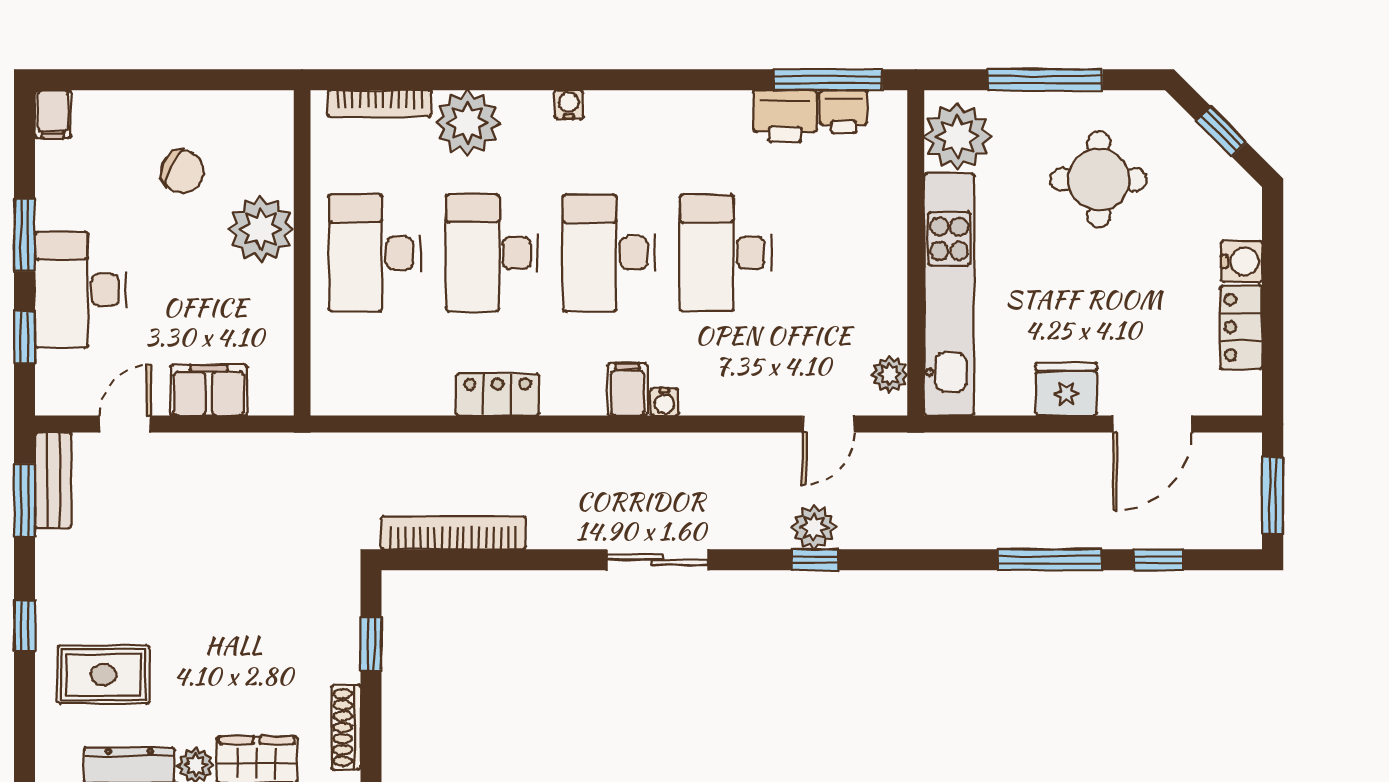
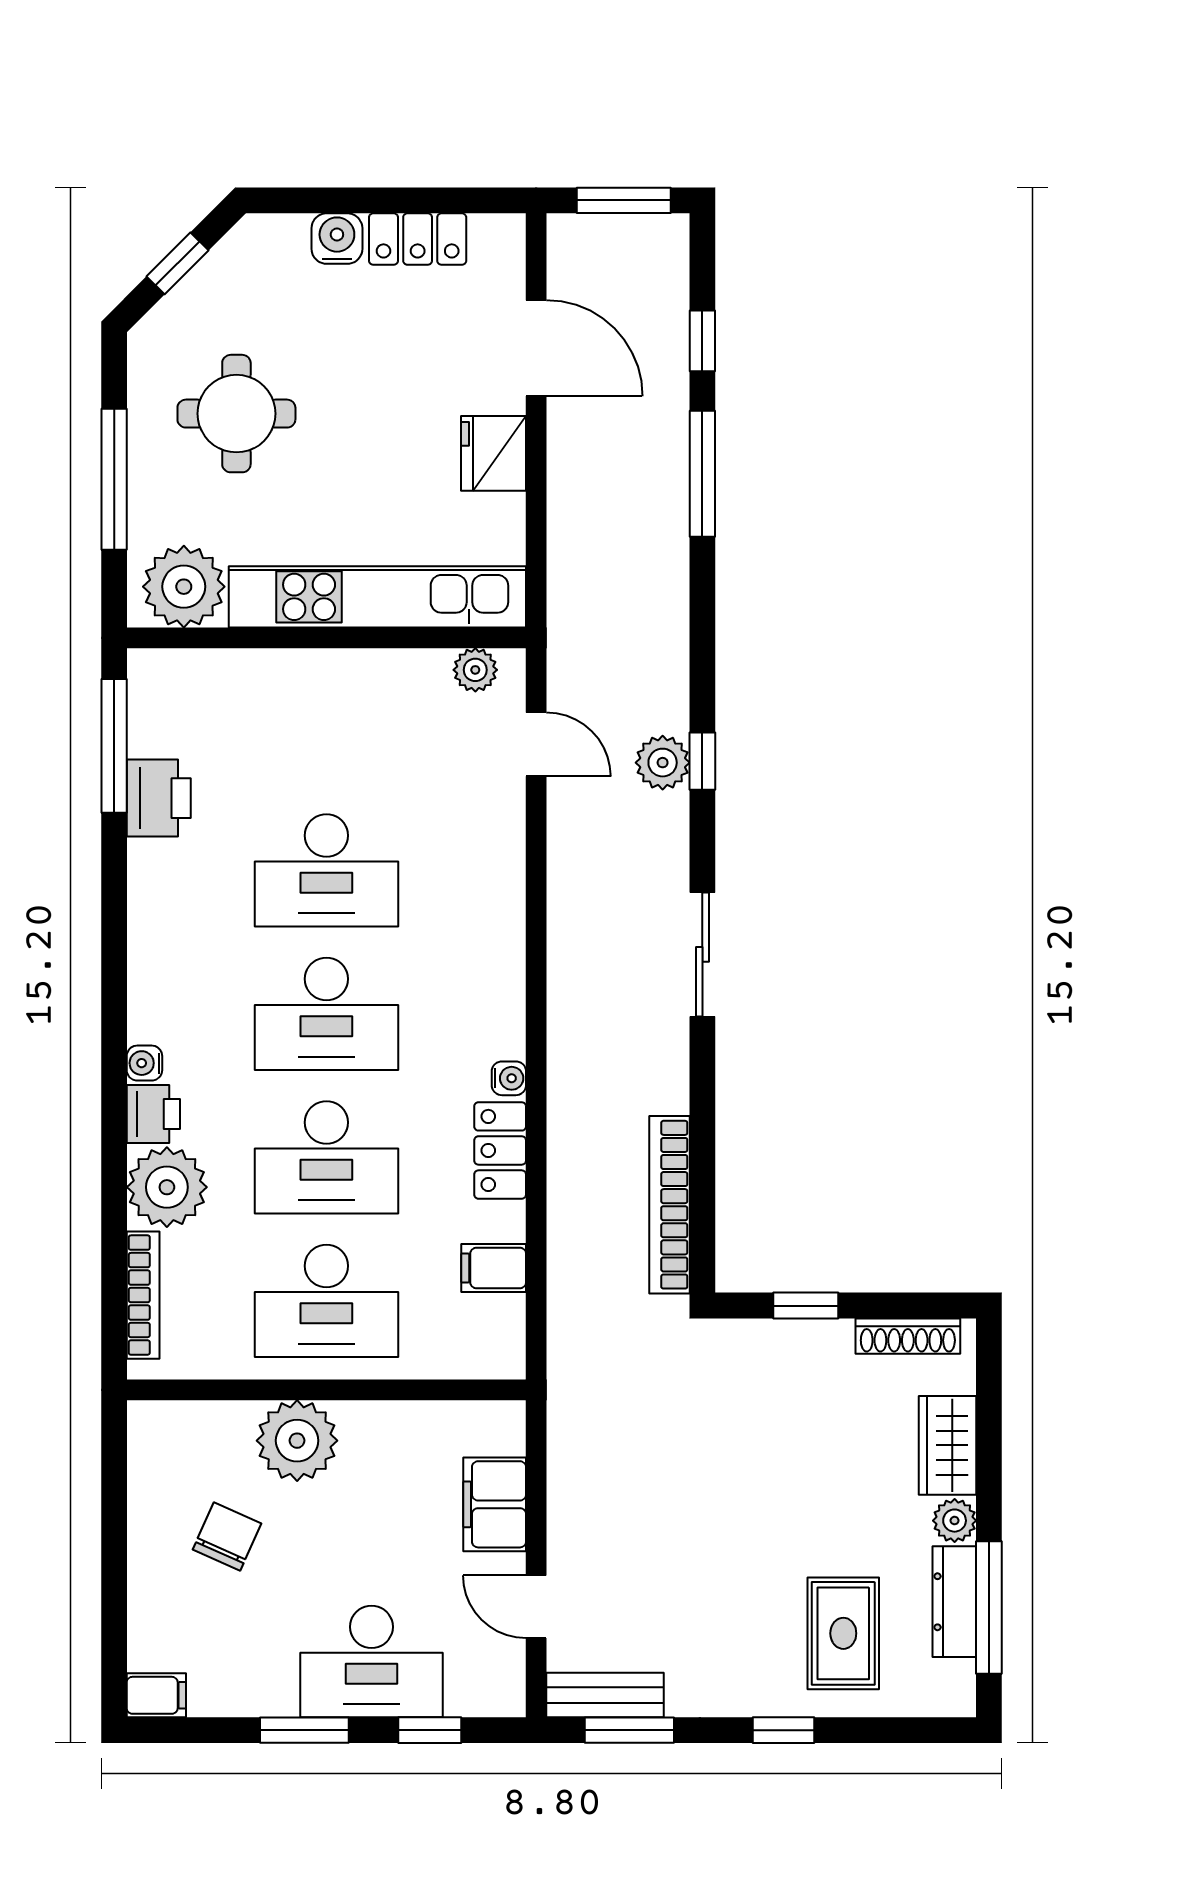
printer: (844, 112) -> (153, 1114), moved
filing cabinet: (627, 389) -> (494, 1268), moved
water cooler: (664, 402) -> (509, 1078), moved

